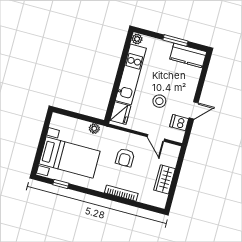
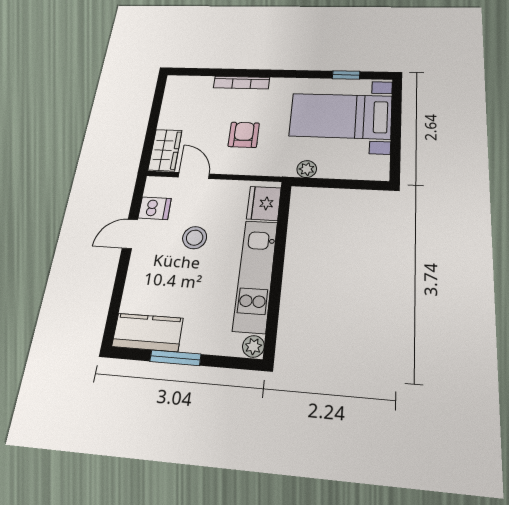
wardrobe: (164, 179) -> (165, 150), moved

